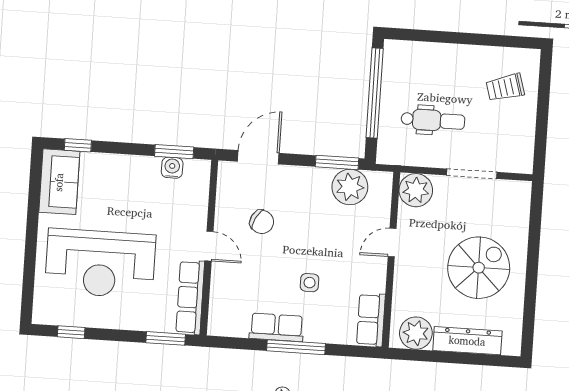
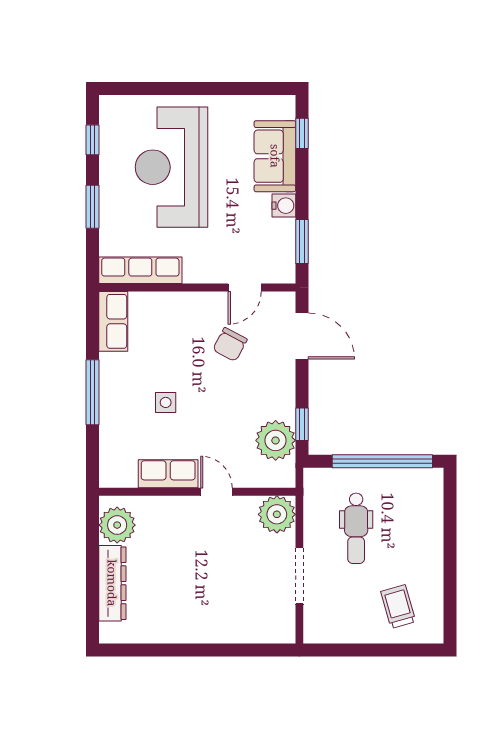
window: (337, 162) -> (302, 424), width x0.67
water cooler: (172, 168) -> (284, 206), moved
sofa: (59, 182) -> (275, 156), moved, turned 90
door: (209, 246) -> (245, 288), moved
spiral stairs: (479, 268) -> (195, 590), removed
row of seats: (371, 320) -> (168, 474), moved
row of seats: (277, 327) -> (113, 321), moved
window: (166, 338) -> (93, 207), moved

